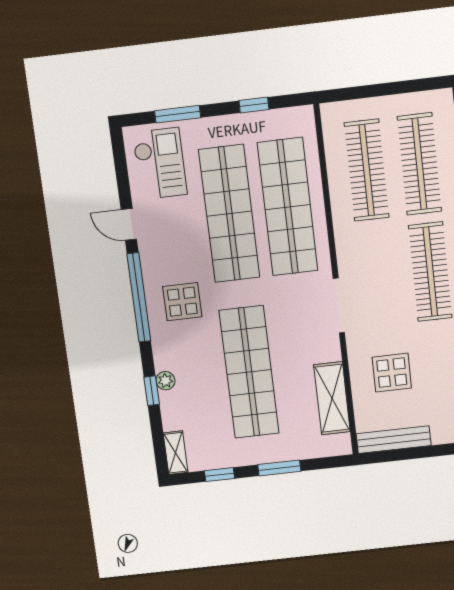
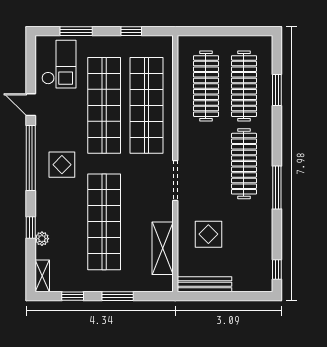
plant: (165, 381) -> (42, 239), moved

